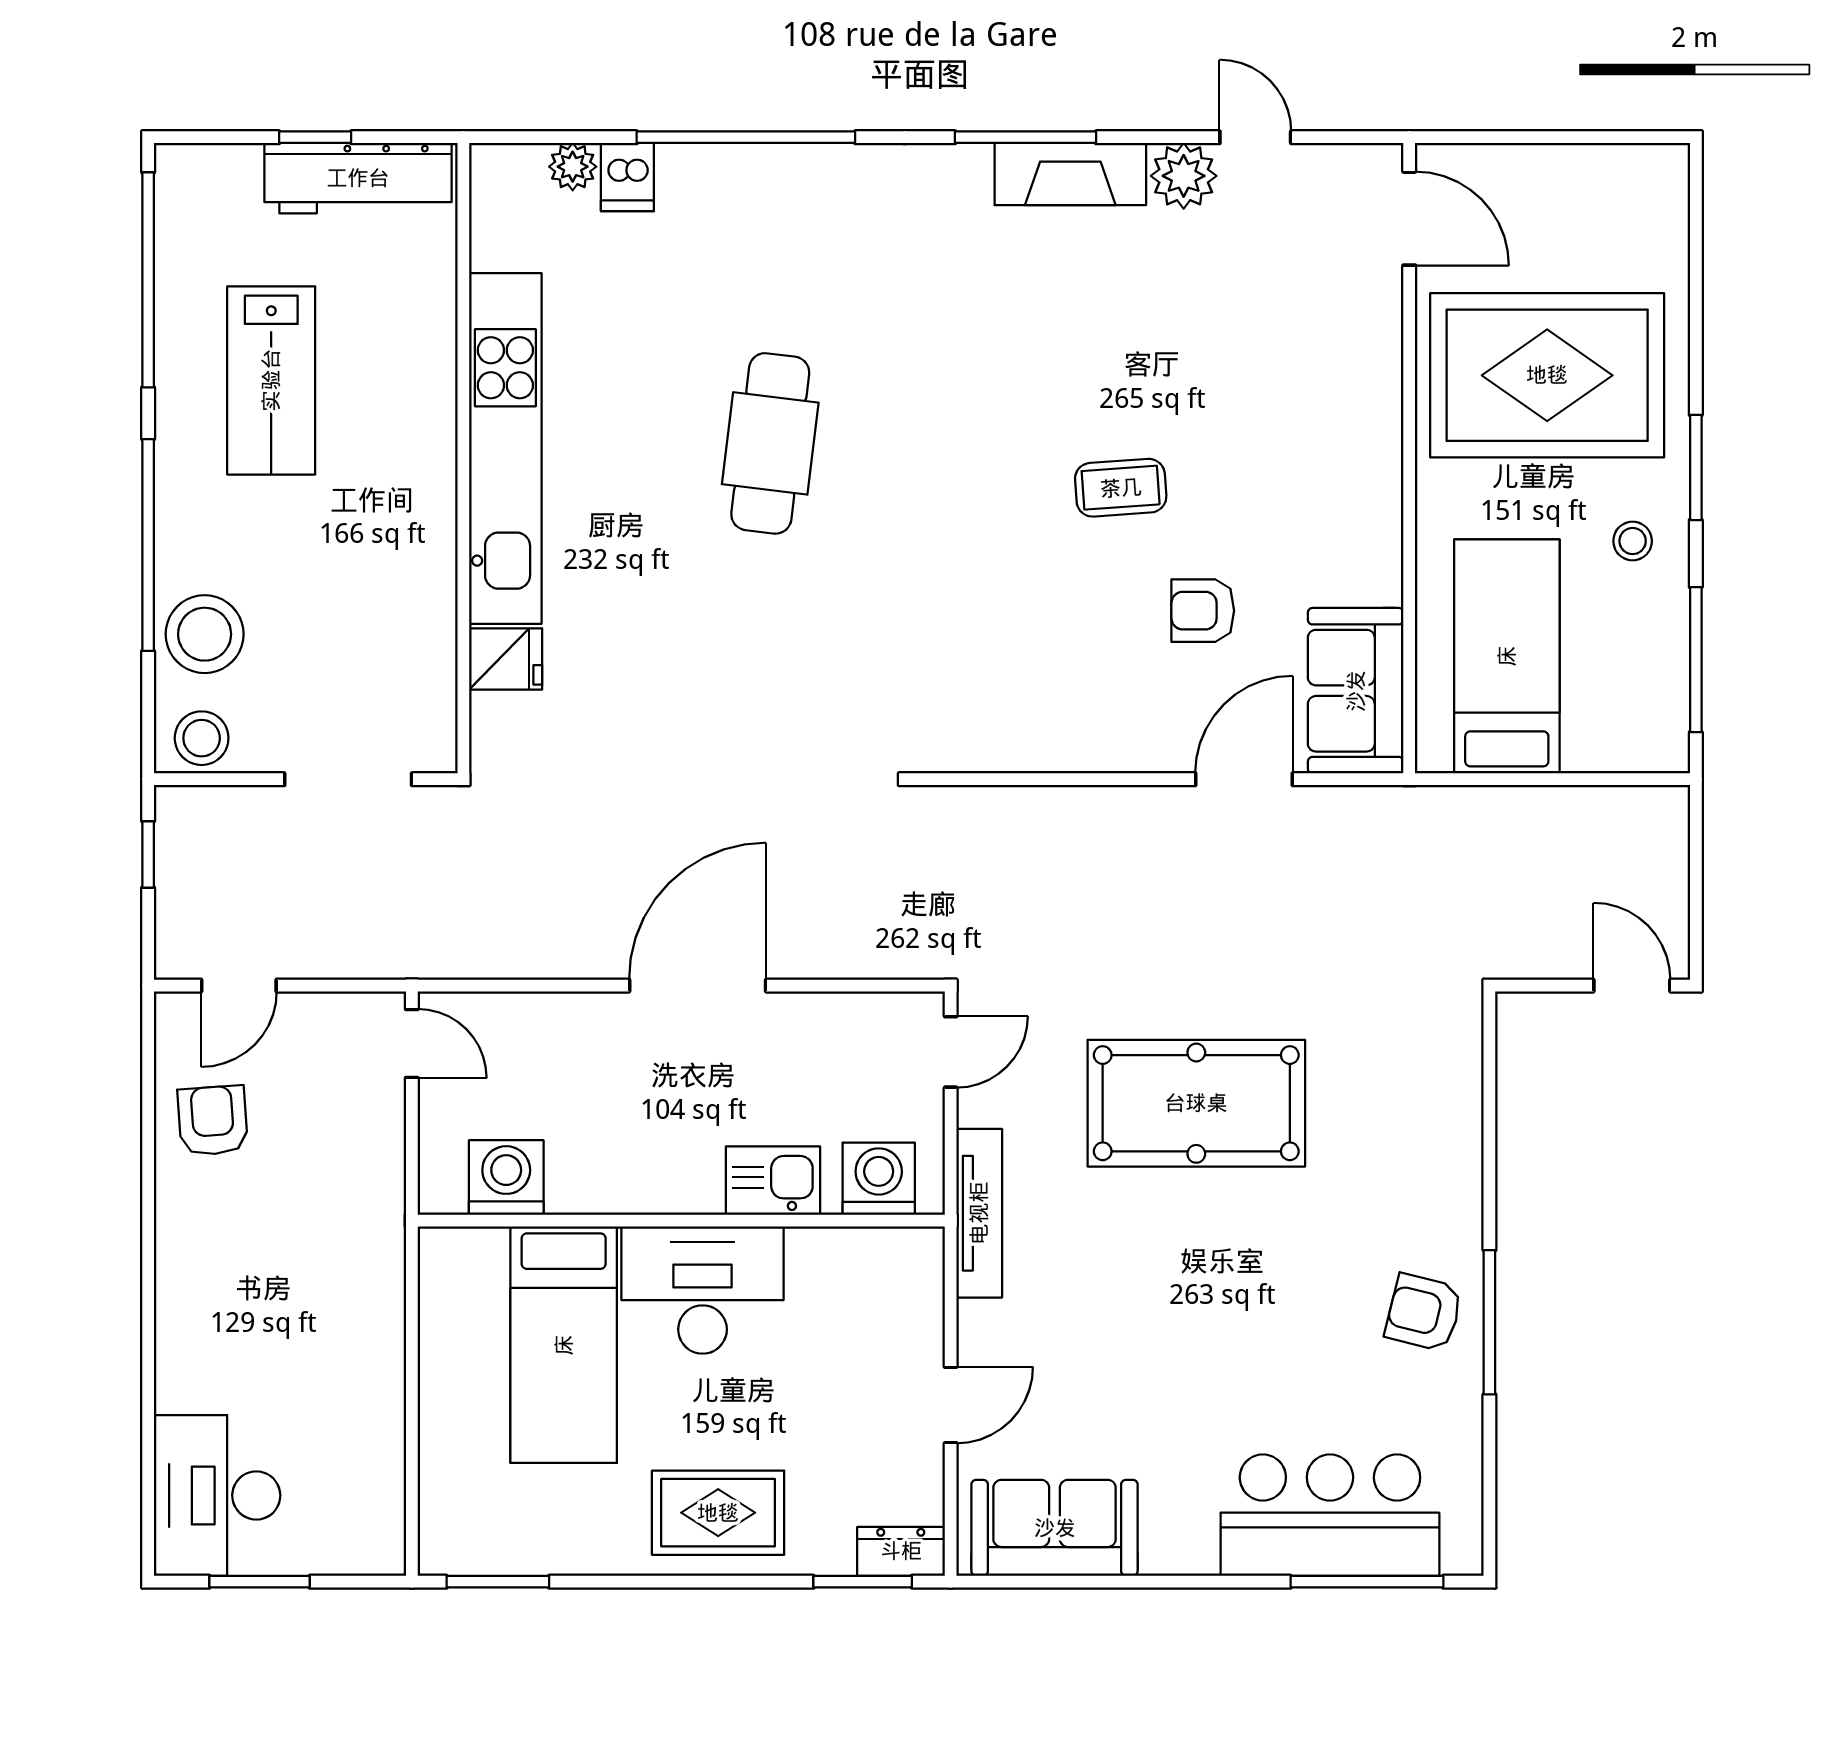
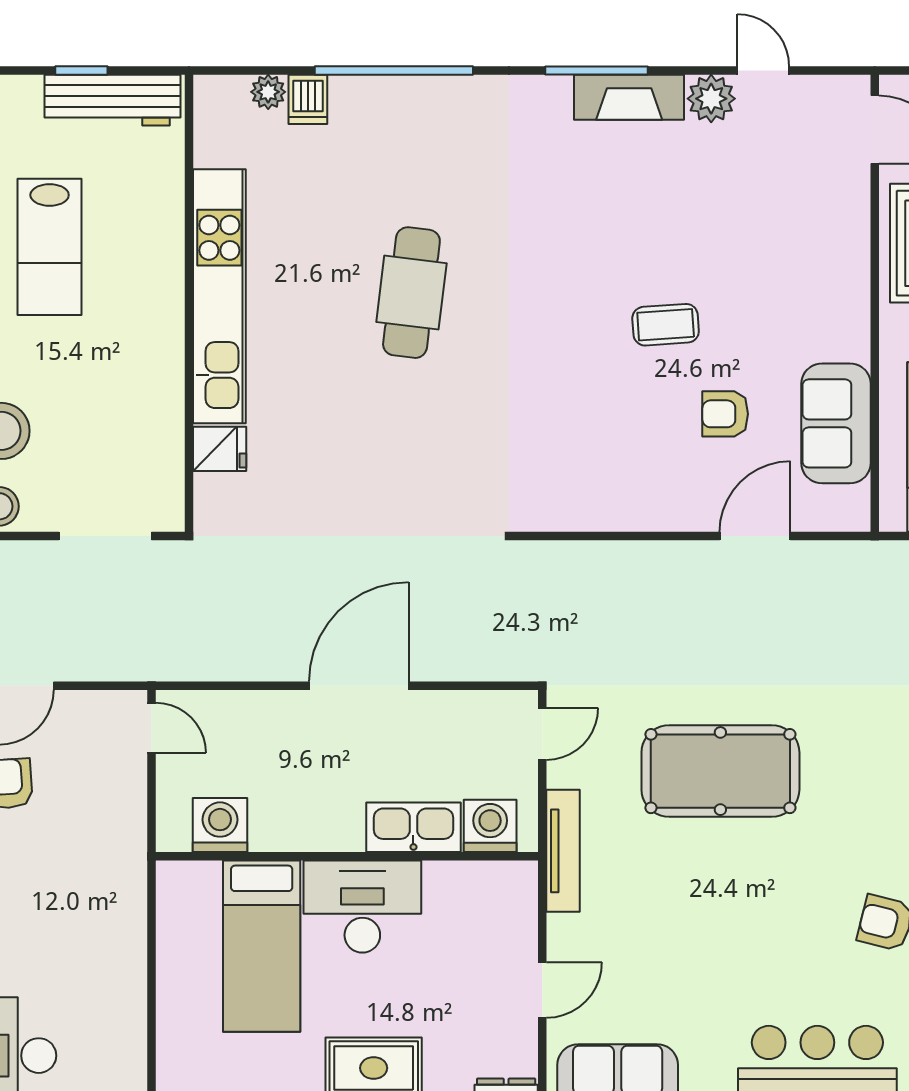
sofa: (1356, 691) -> (836, 423), moved
kitchen sink: (773, 1181) -> (413, 827), width x1.38

